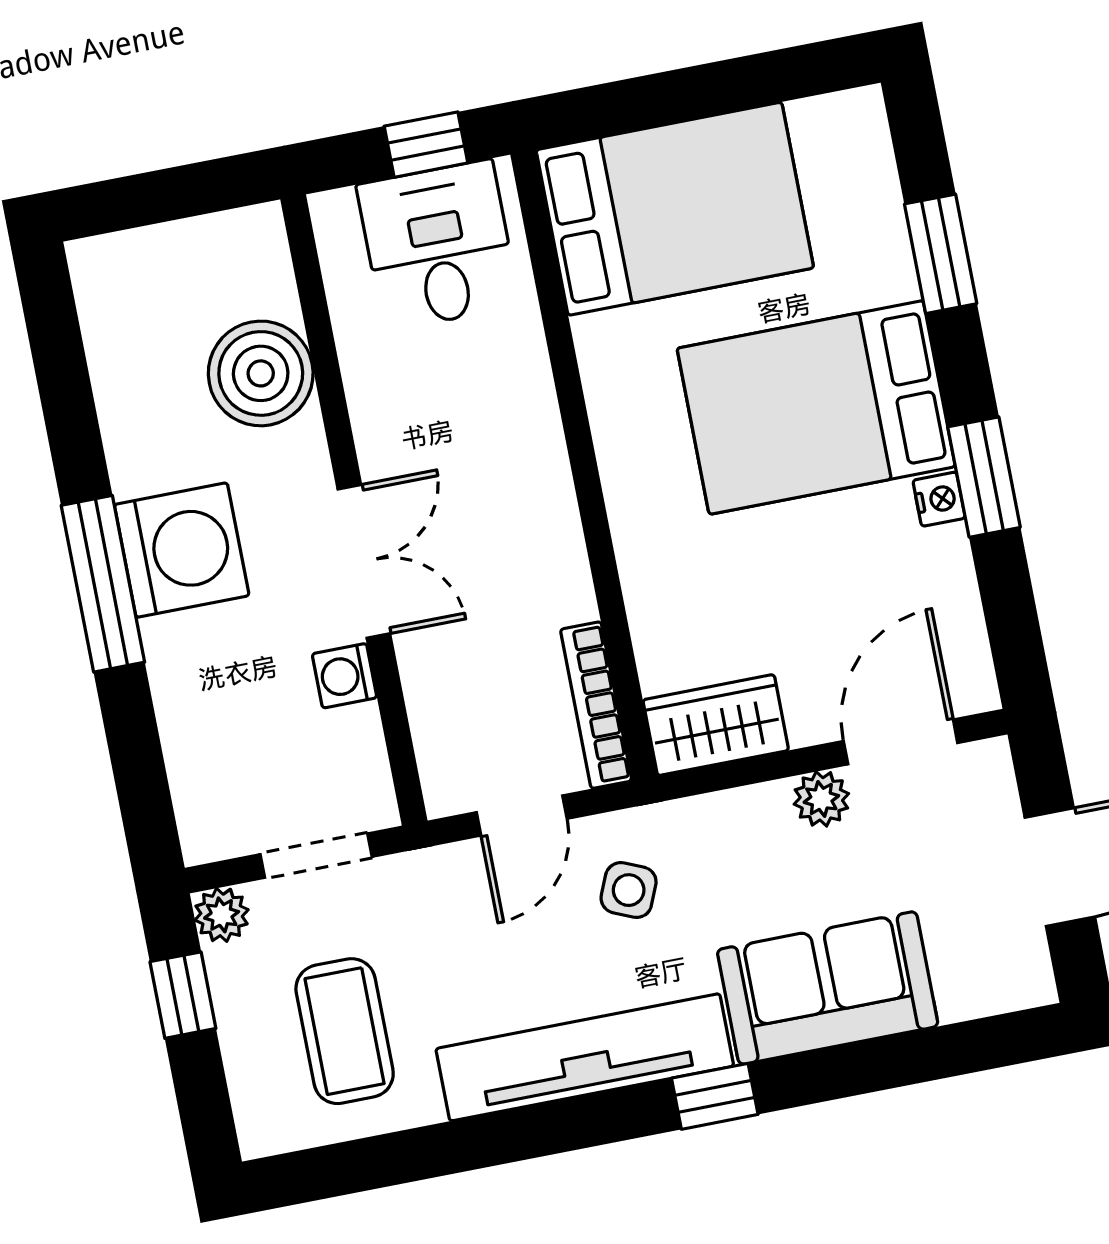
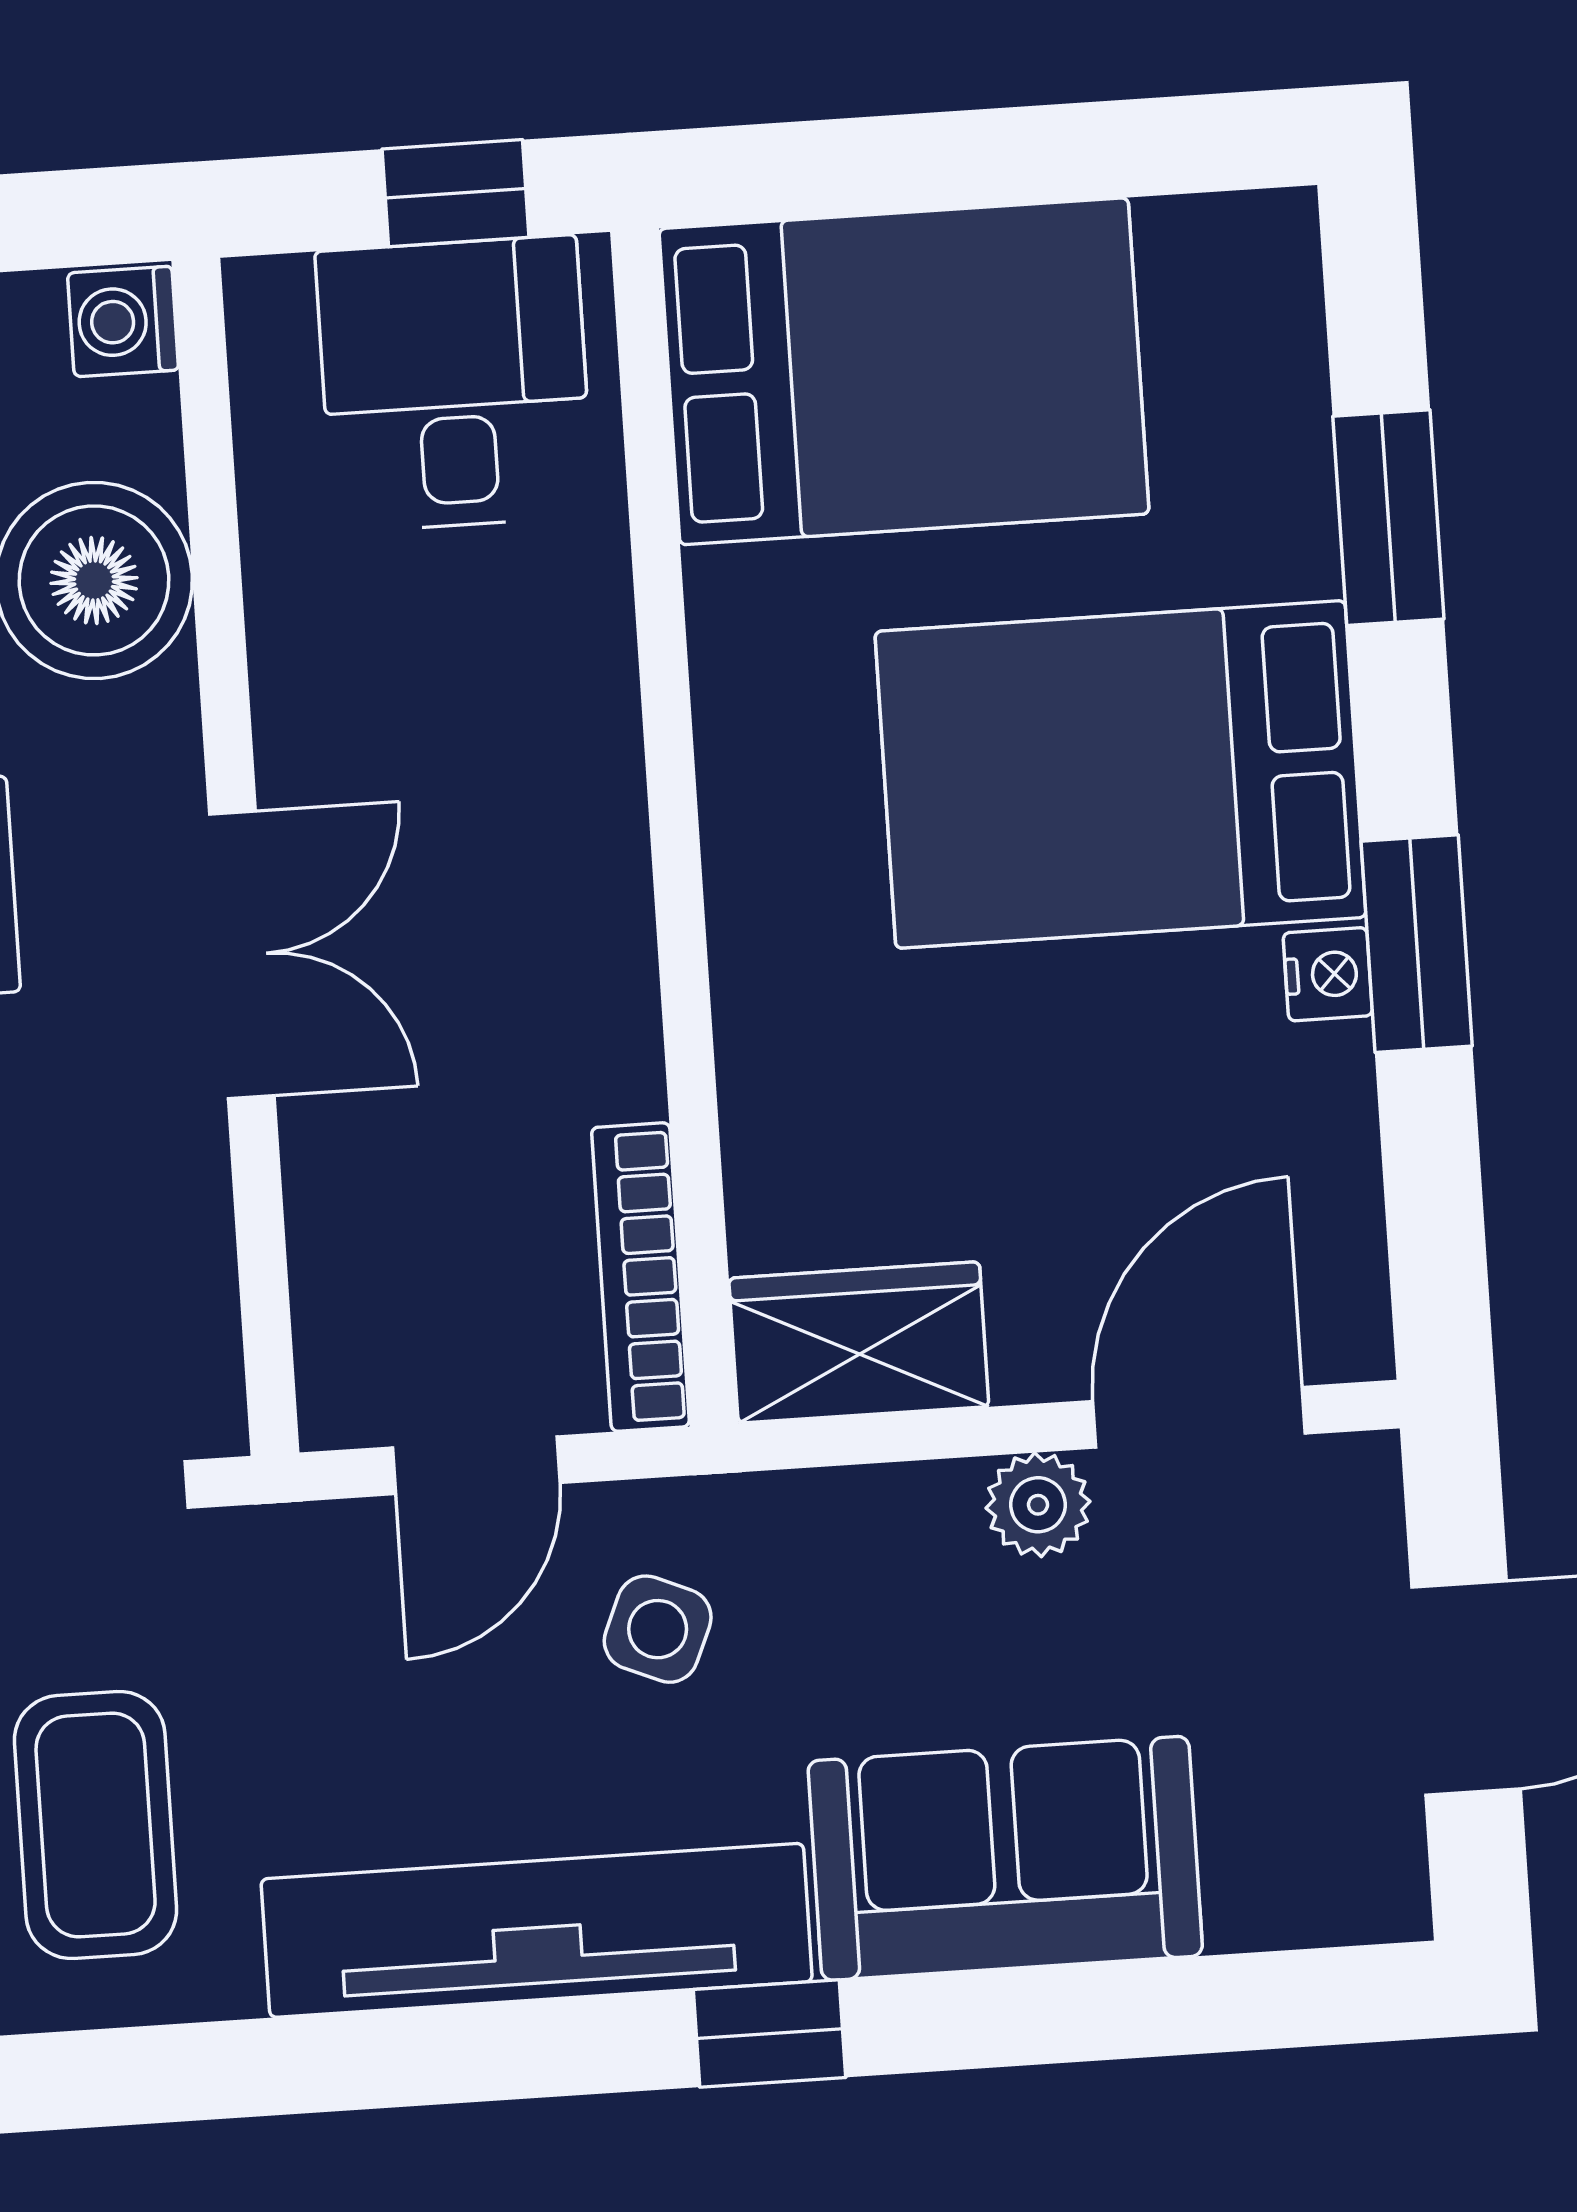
washing machine: (345, 676) -> (123, 321), moved

